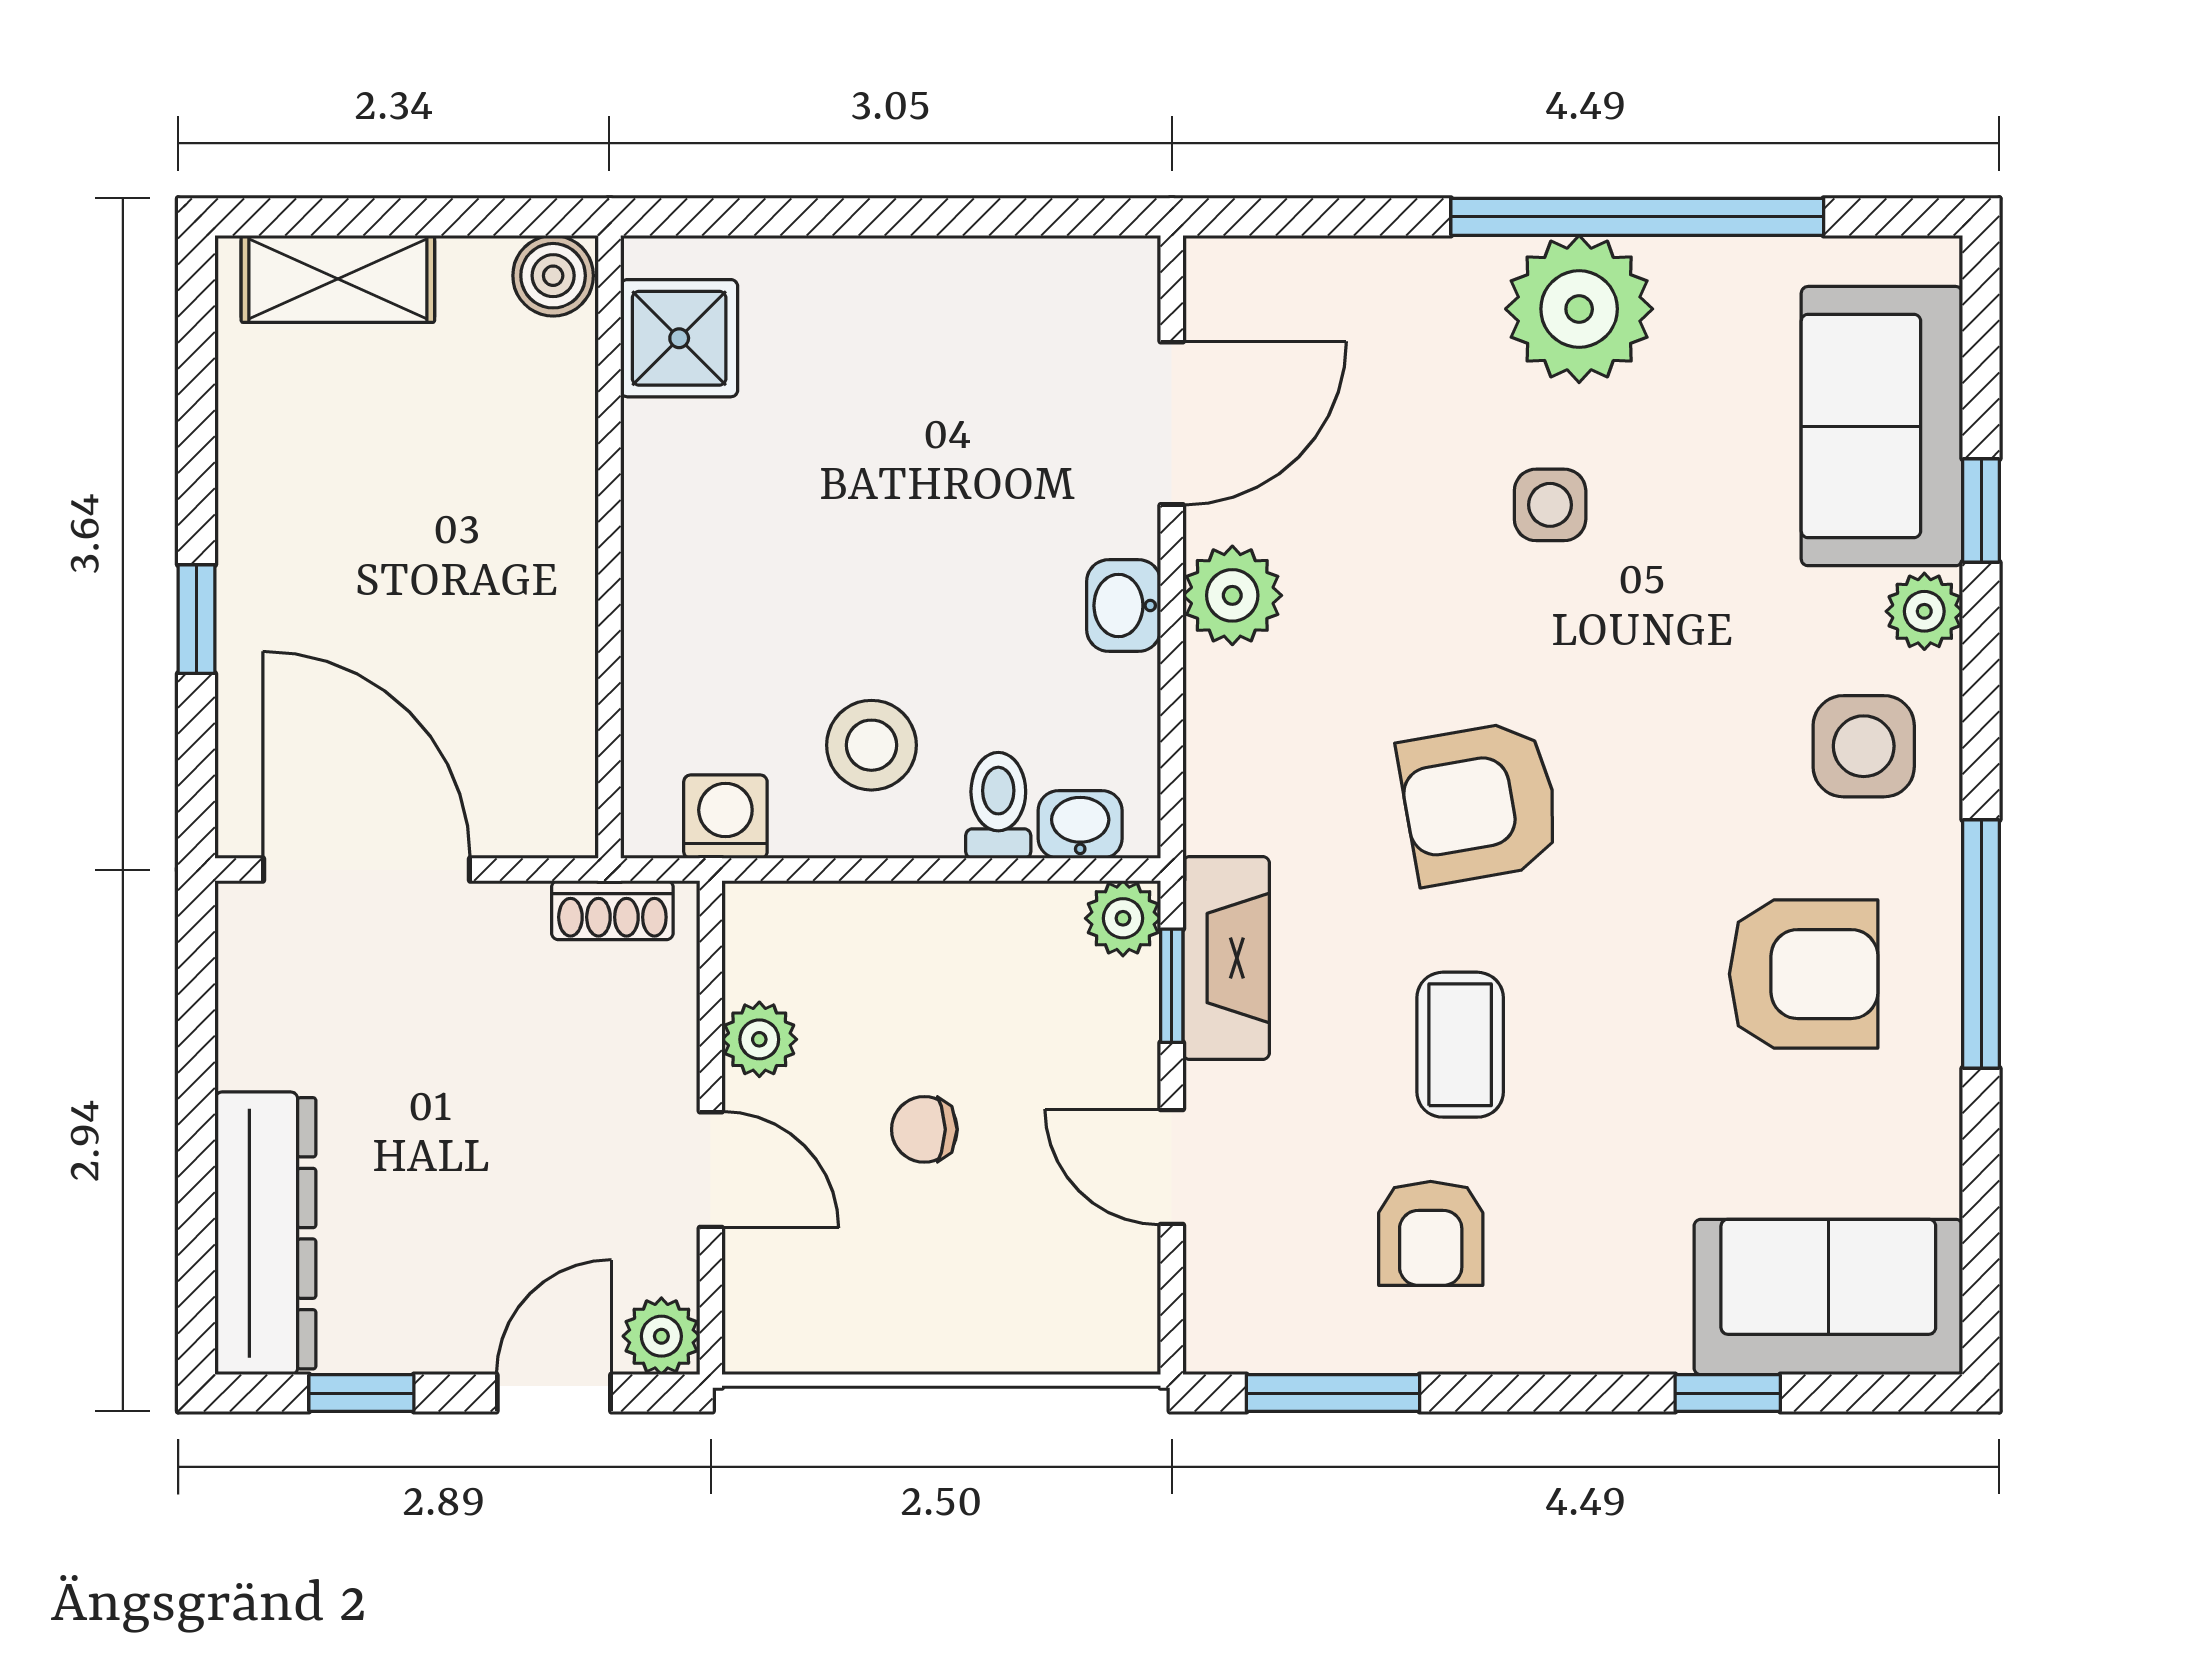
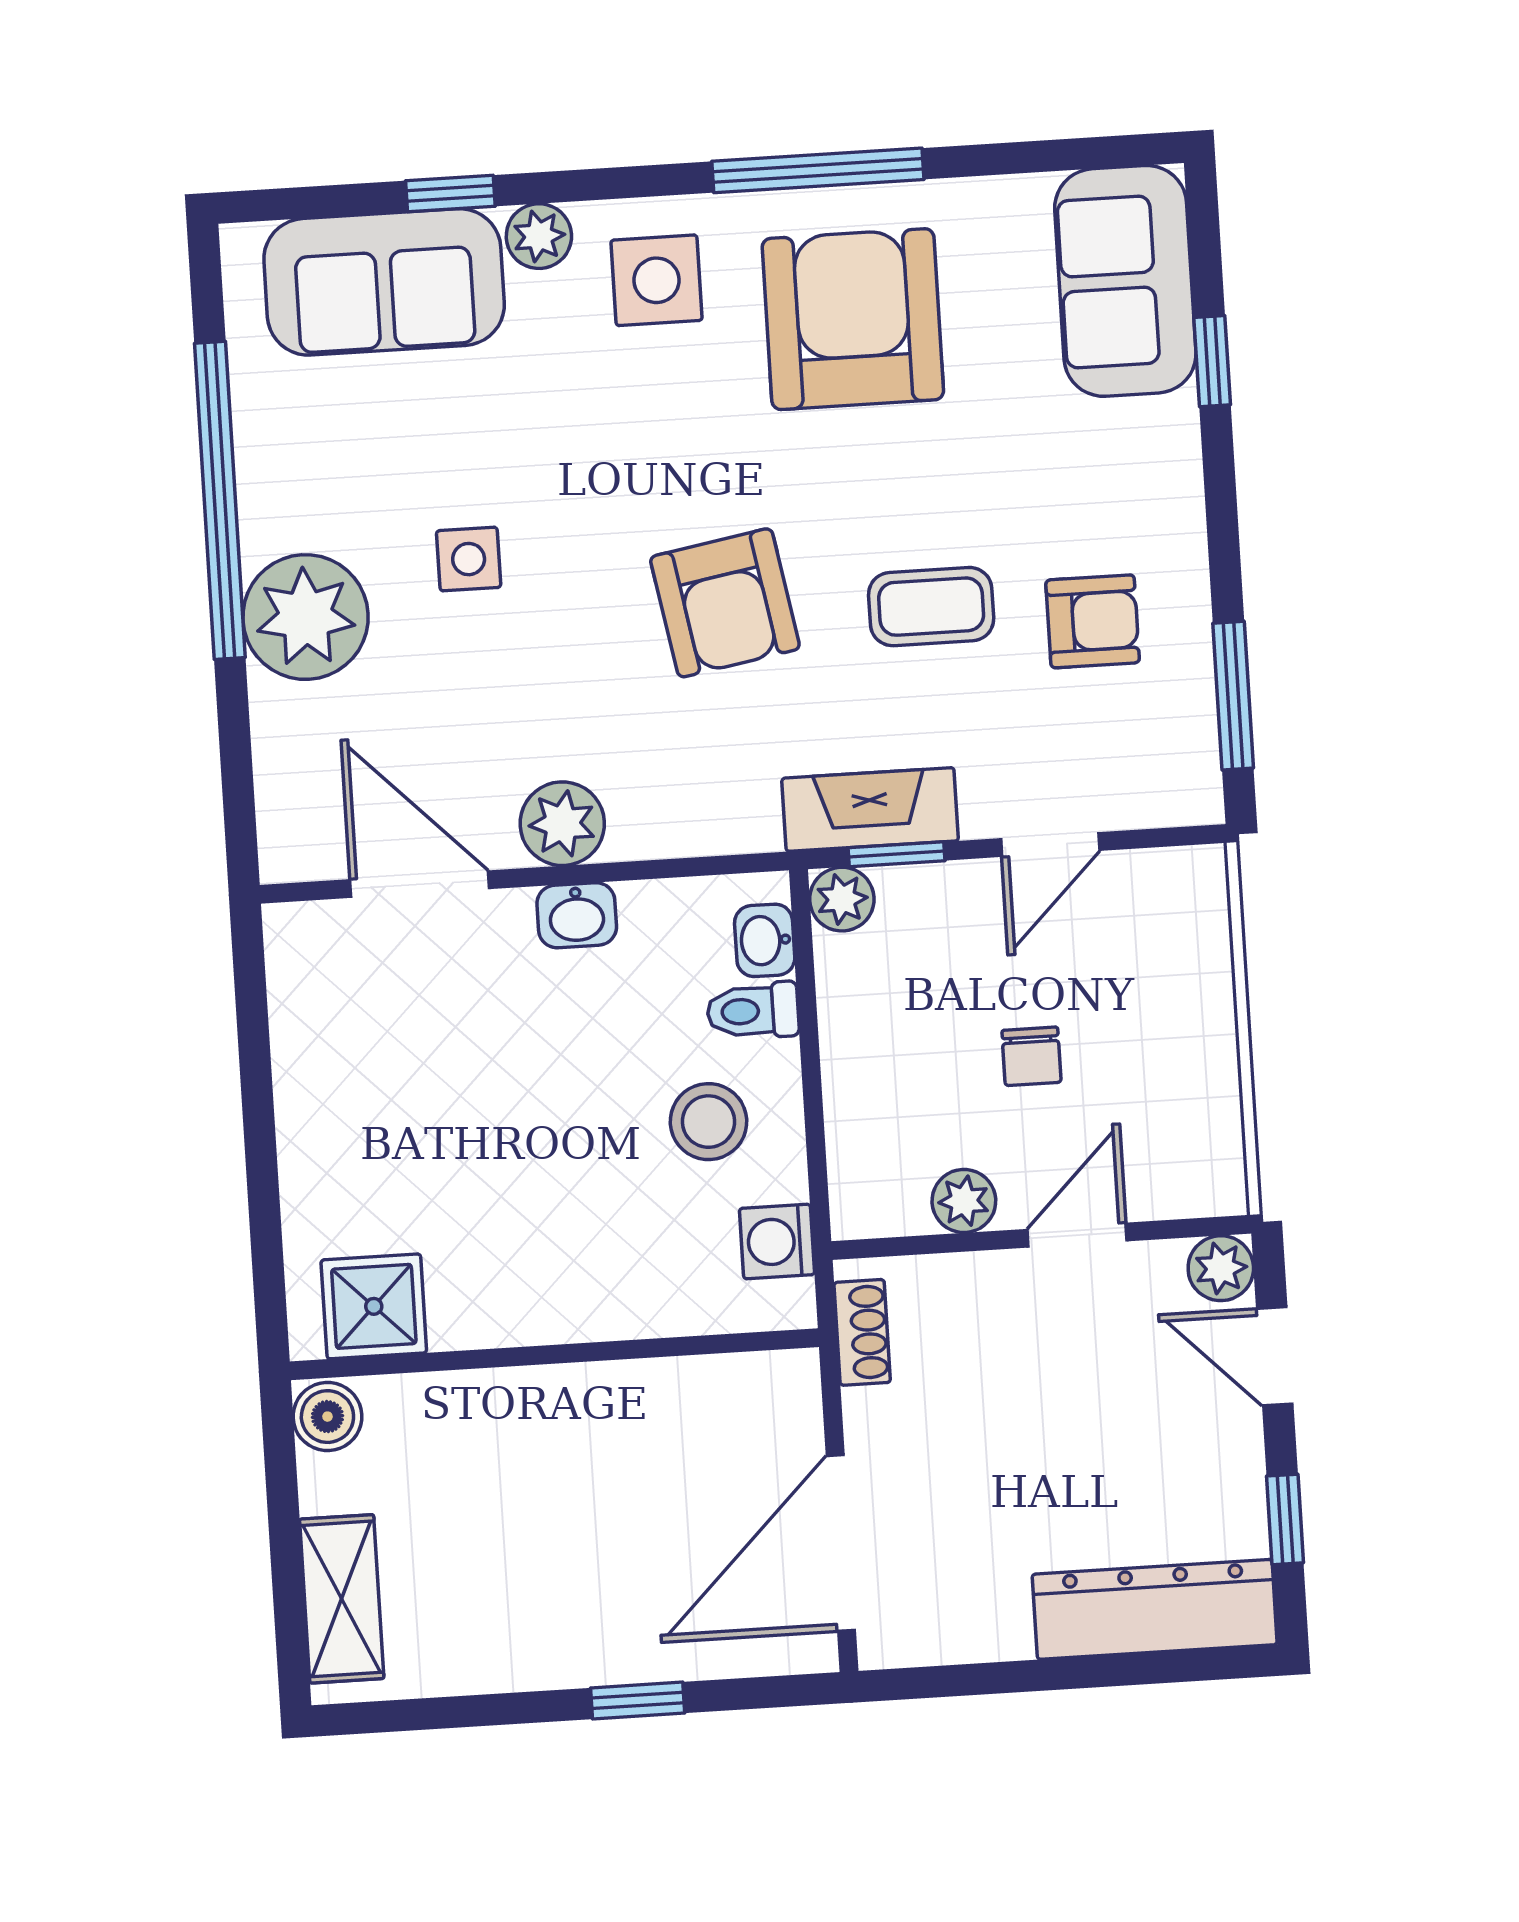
plant: (1579, 309) -> (306, 617), moved
armchair: (1804, 974) -> (853, 319), width x1.36, depth x1.36

